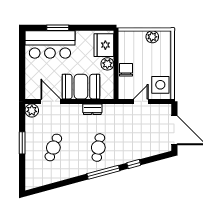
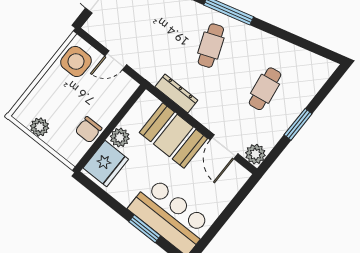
chair: (126, 70) -> (88, 130), moved
dresser: (92, 109) -> (176, 94), width x1.44
cafe table: (53, 148) -> (265, 89), turned -30
cafe table: (98, 148) -> (211, 46), turned -30

